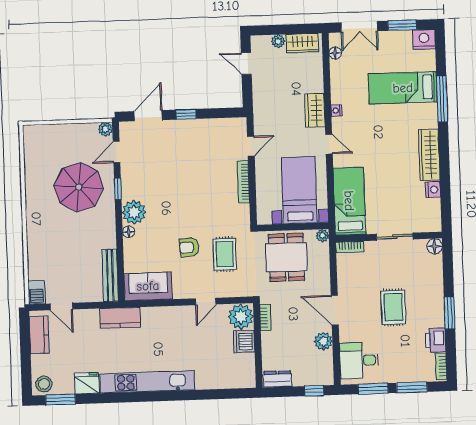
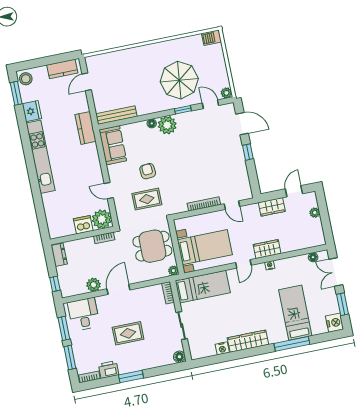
wardrobe: (302, 43) -> (272, 207), moved, turned -90
barbecue: (37, 292) -> (212, 38), moved

